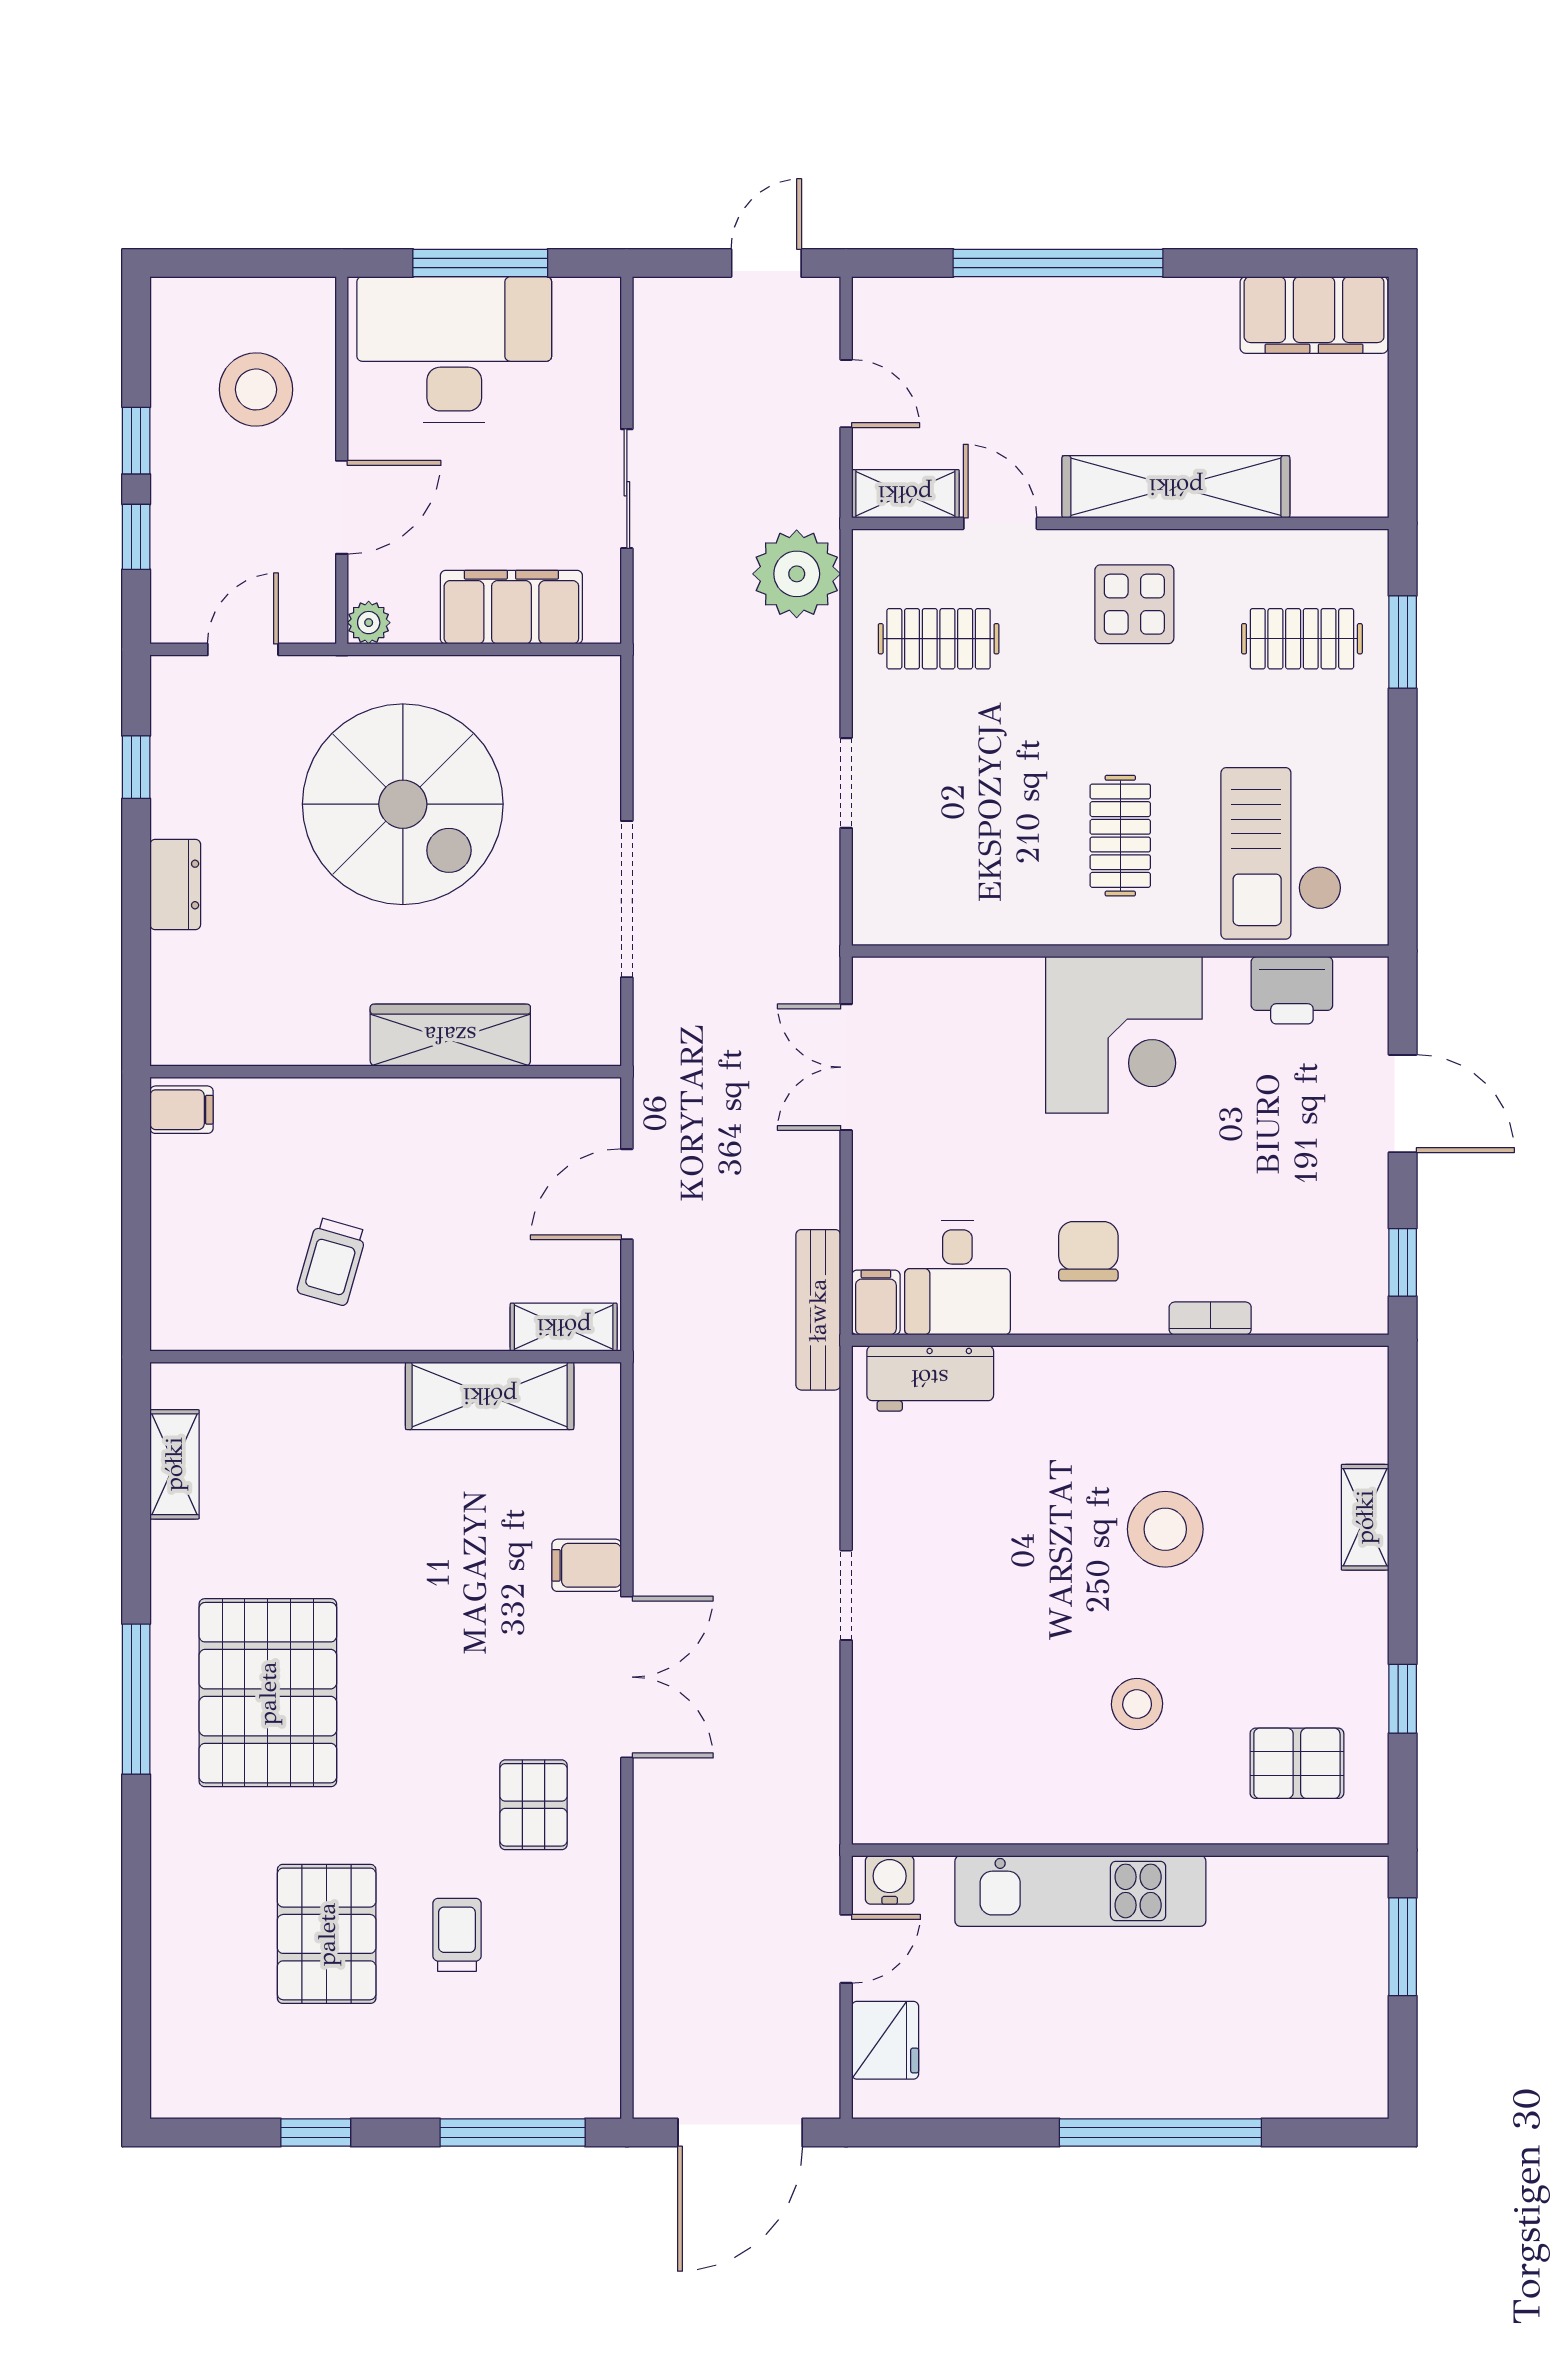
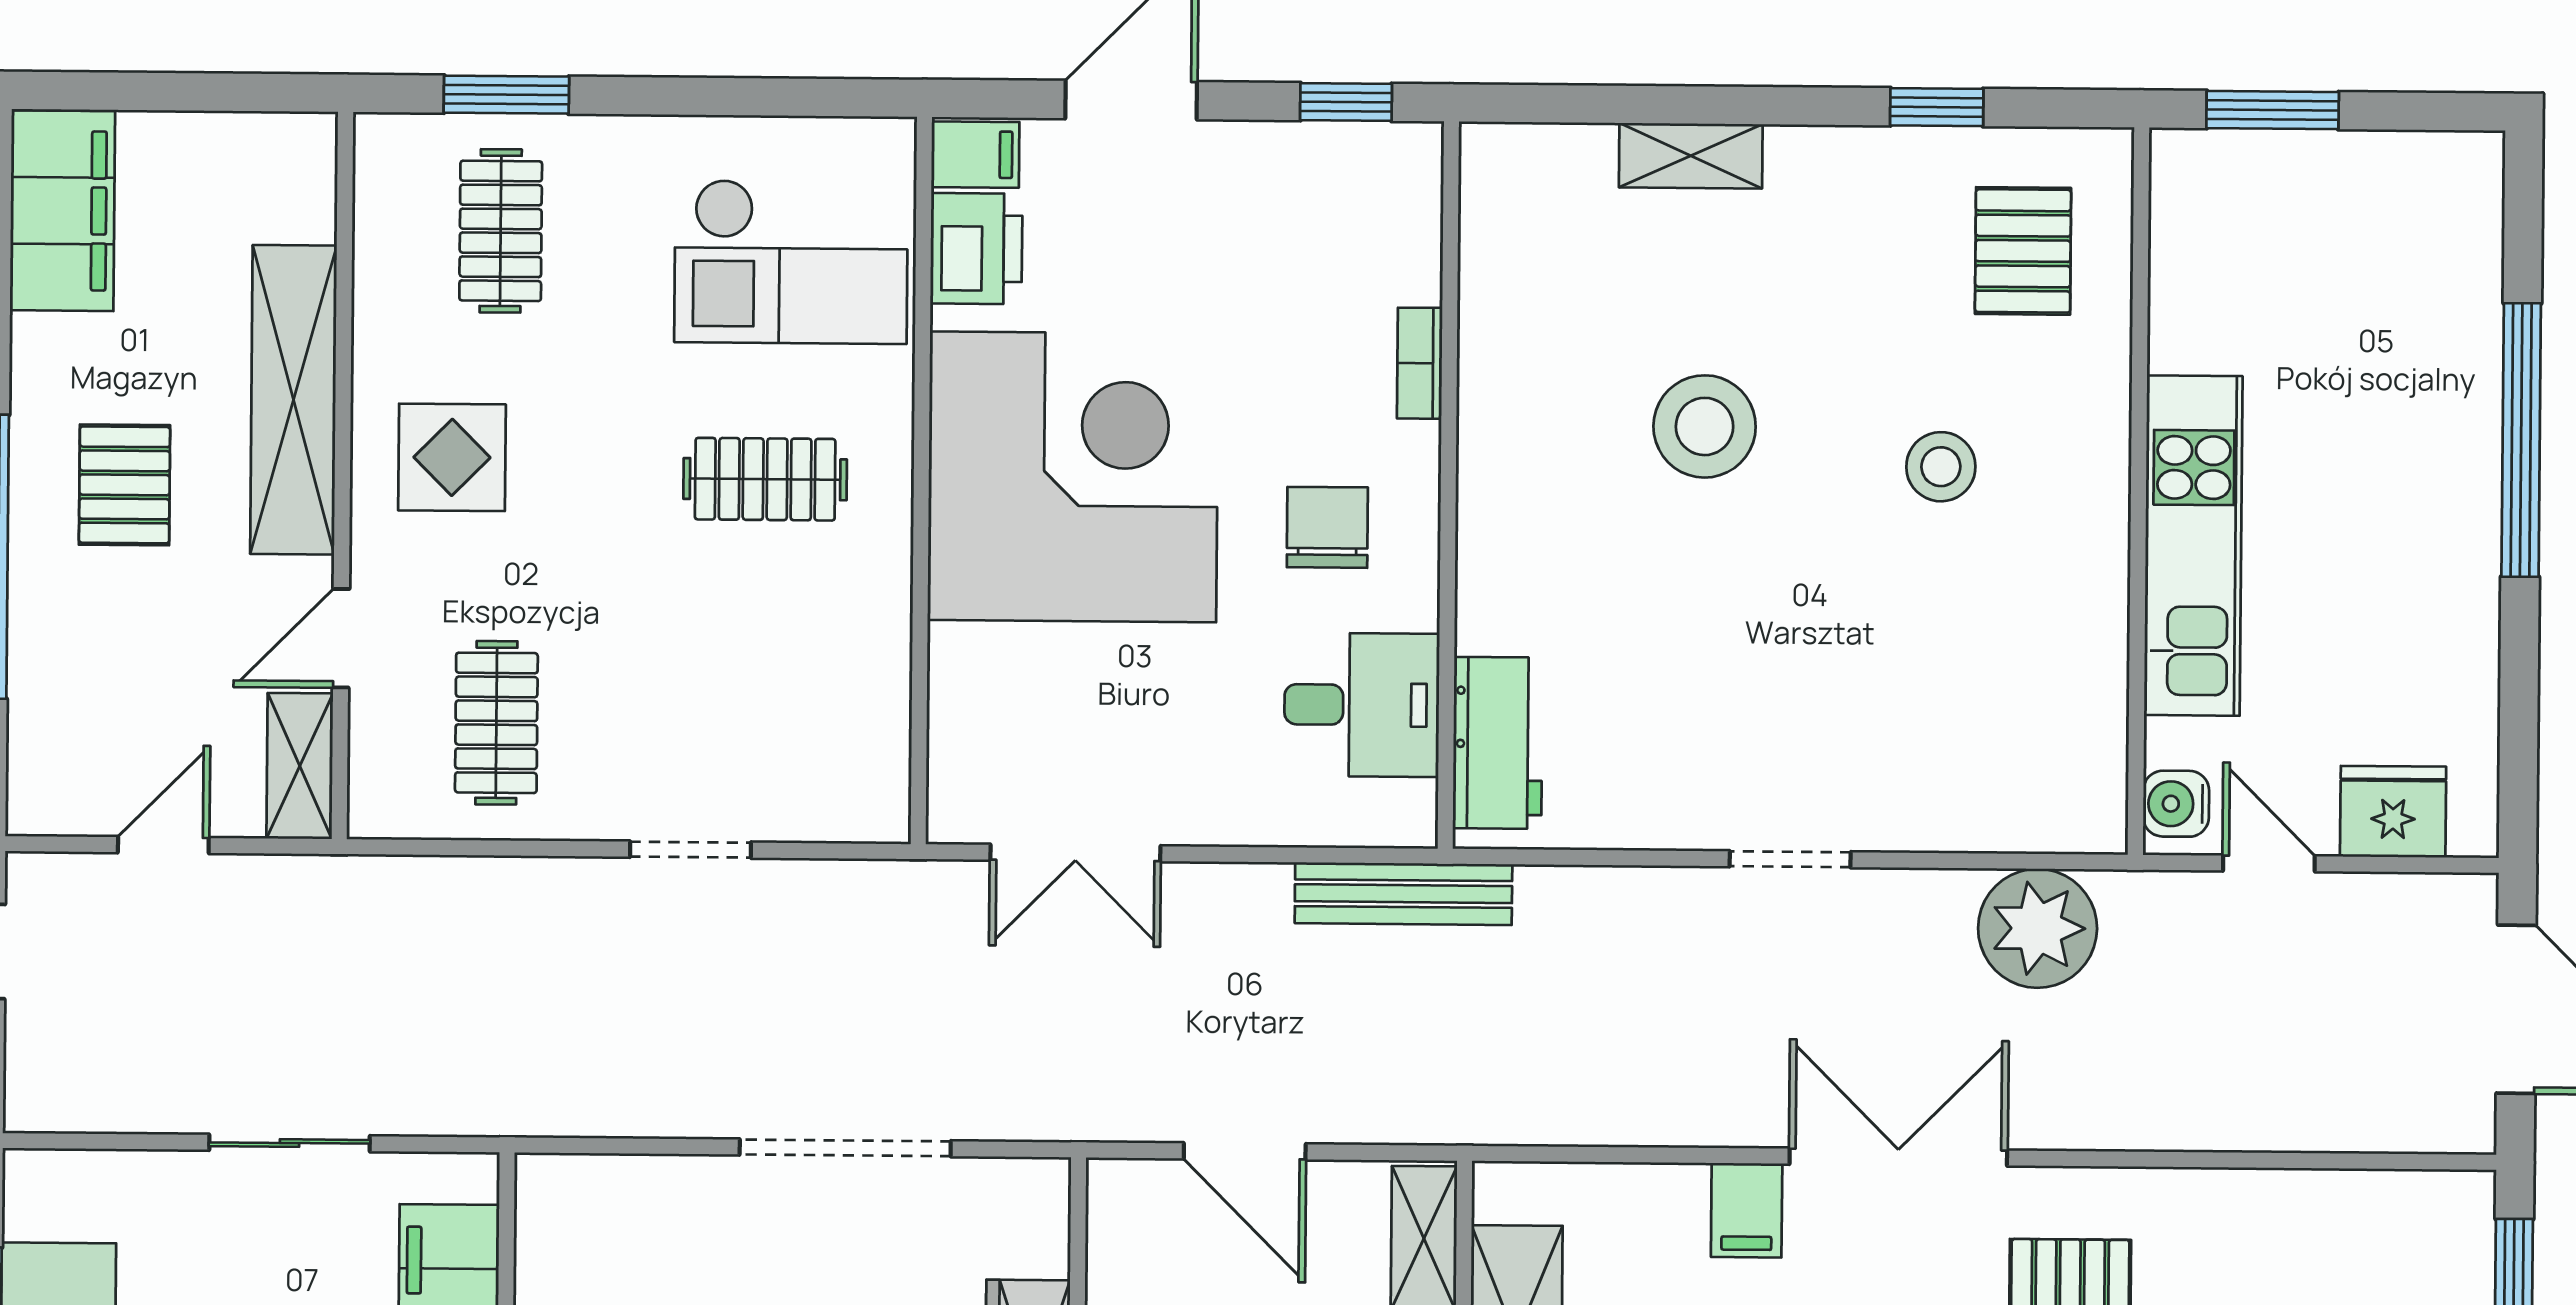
pallet: (1112, 363) -> (125, 485), added
plant: (797, 574) -> (2038, 928), moved
corner desk: (1124, 1035) -> (1073, 477), width x1.36, depth x1.36
chair: (1088, 1251) -> (1327, 527), turned 90
filing cabinet: (876, 1302) -> (975, 155), moved, turned 180

